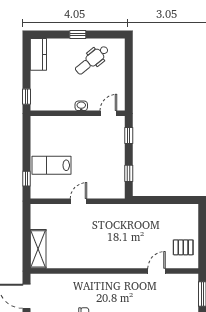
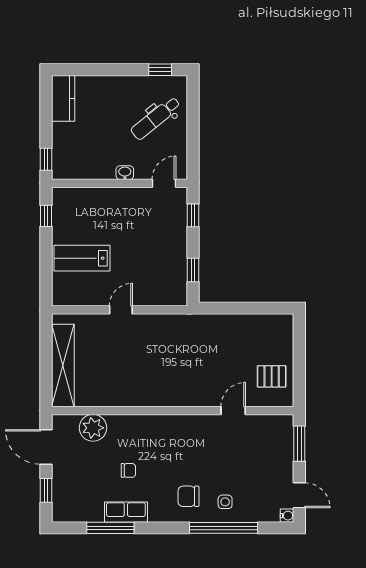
window: (78, 34) -> (160, 70), moved
dental chair: (92, 60) -> (156, 118), moved
window: (26, 179) -> (46, 216), moved
shelving: (38, 249) -> (63, 366), width x1.47
plant: (59, 283) -> (93, 428), added

